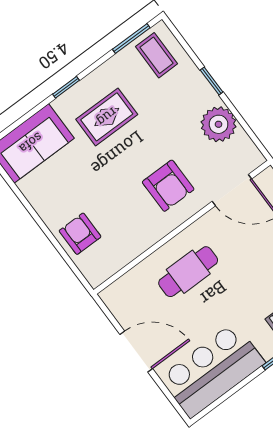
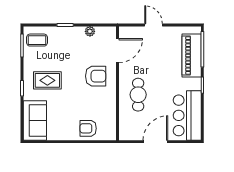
rug: (107, 117) -> (47, 80), turned 90
plant: (219, 124) -> (90, 31), width x0.53, depth x0.53

